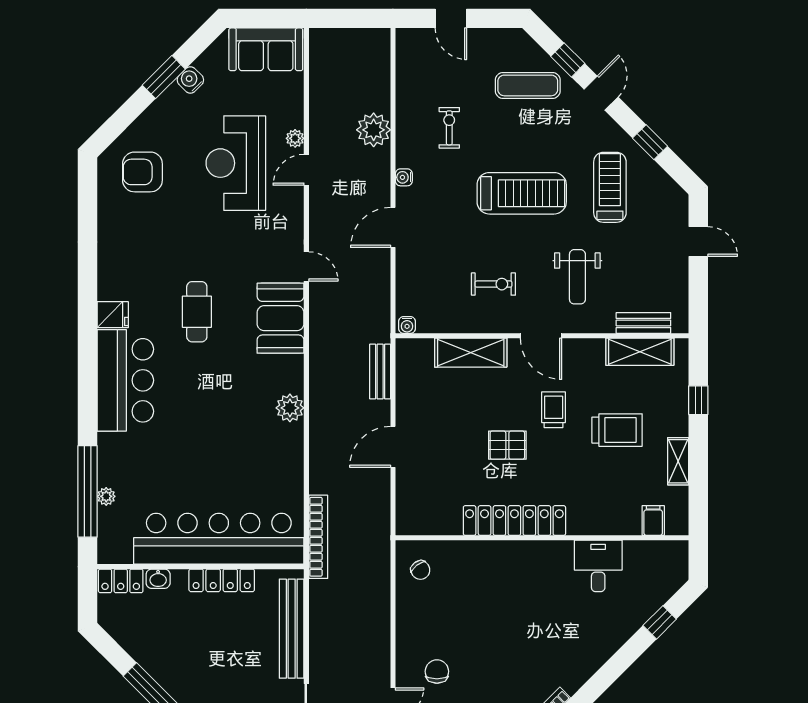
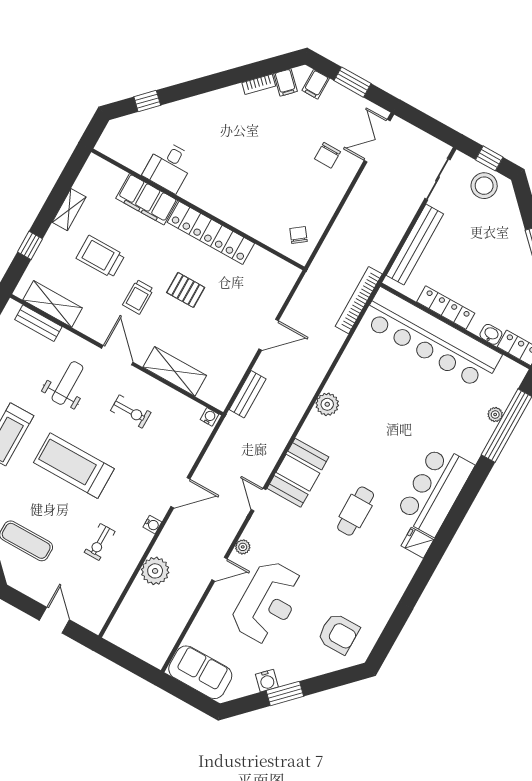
plant: (295, 138) -> (243, 547), moved
exercise bike: (493, 284) -> (131, 412), turned 180
filing cabinet: (653, 521) -> (147, 199), moved, width x3.00, depth x1.17

